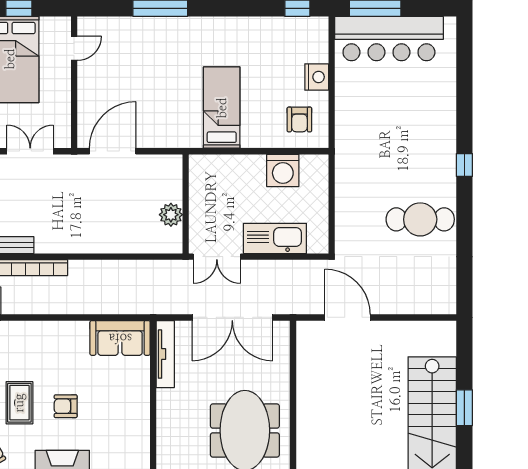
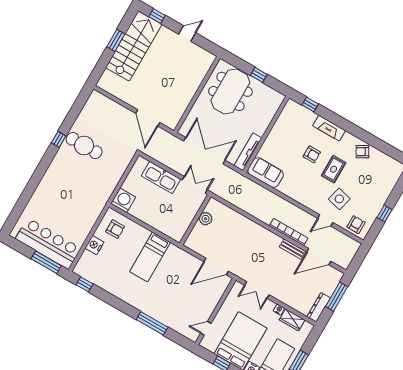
armchair: (299, 119) -> (115, 229), turned 90
window: (464, 165) -> (59, 139), moved
washing machine: (283, 170) -> (123, 200), moved

